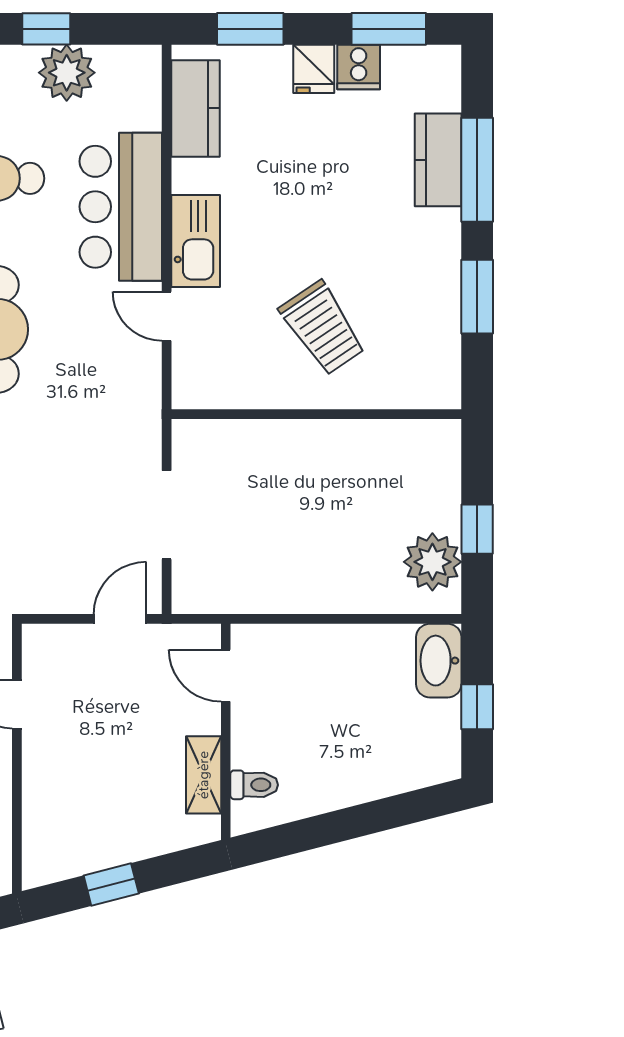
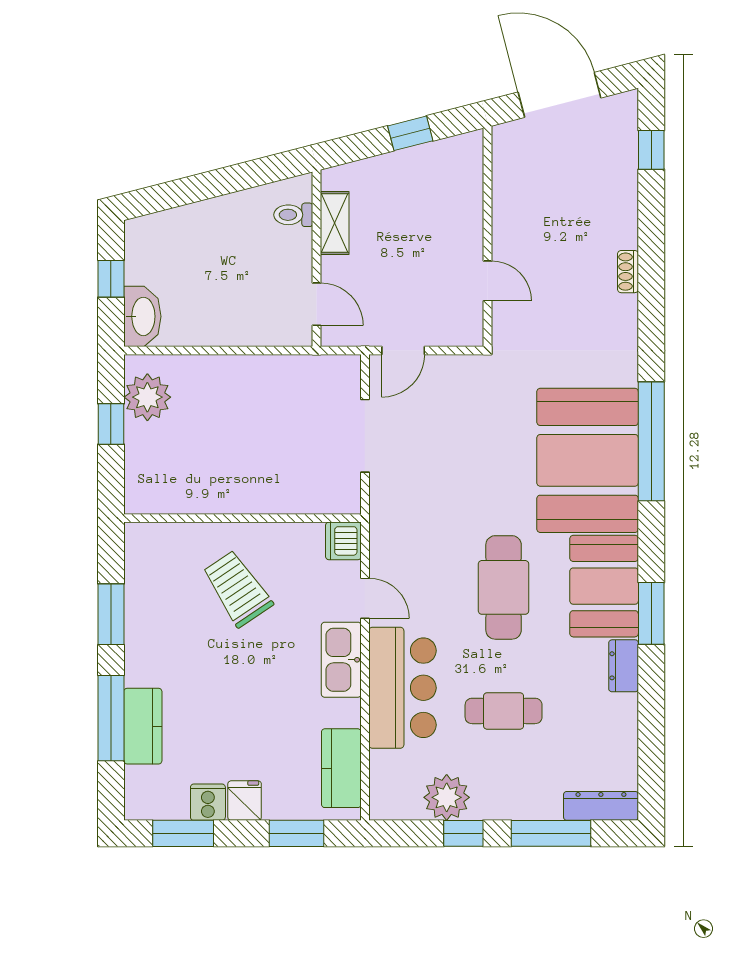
dishwasher: (193, 386) -> (343, 541), added

